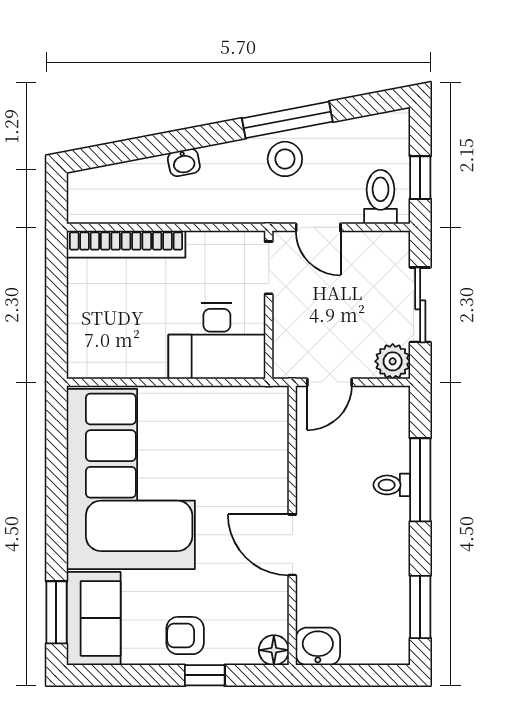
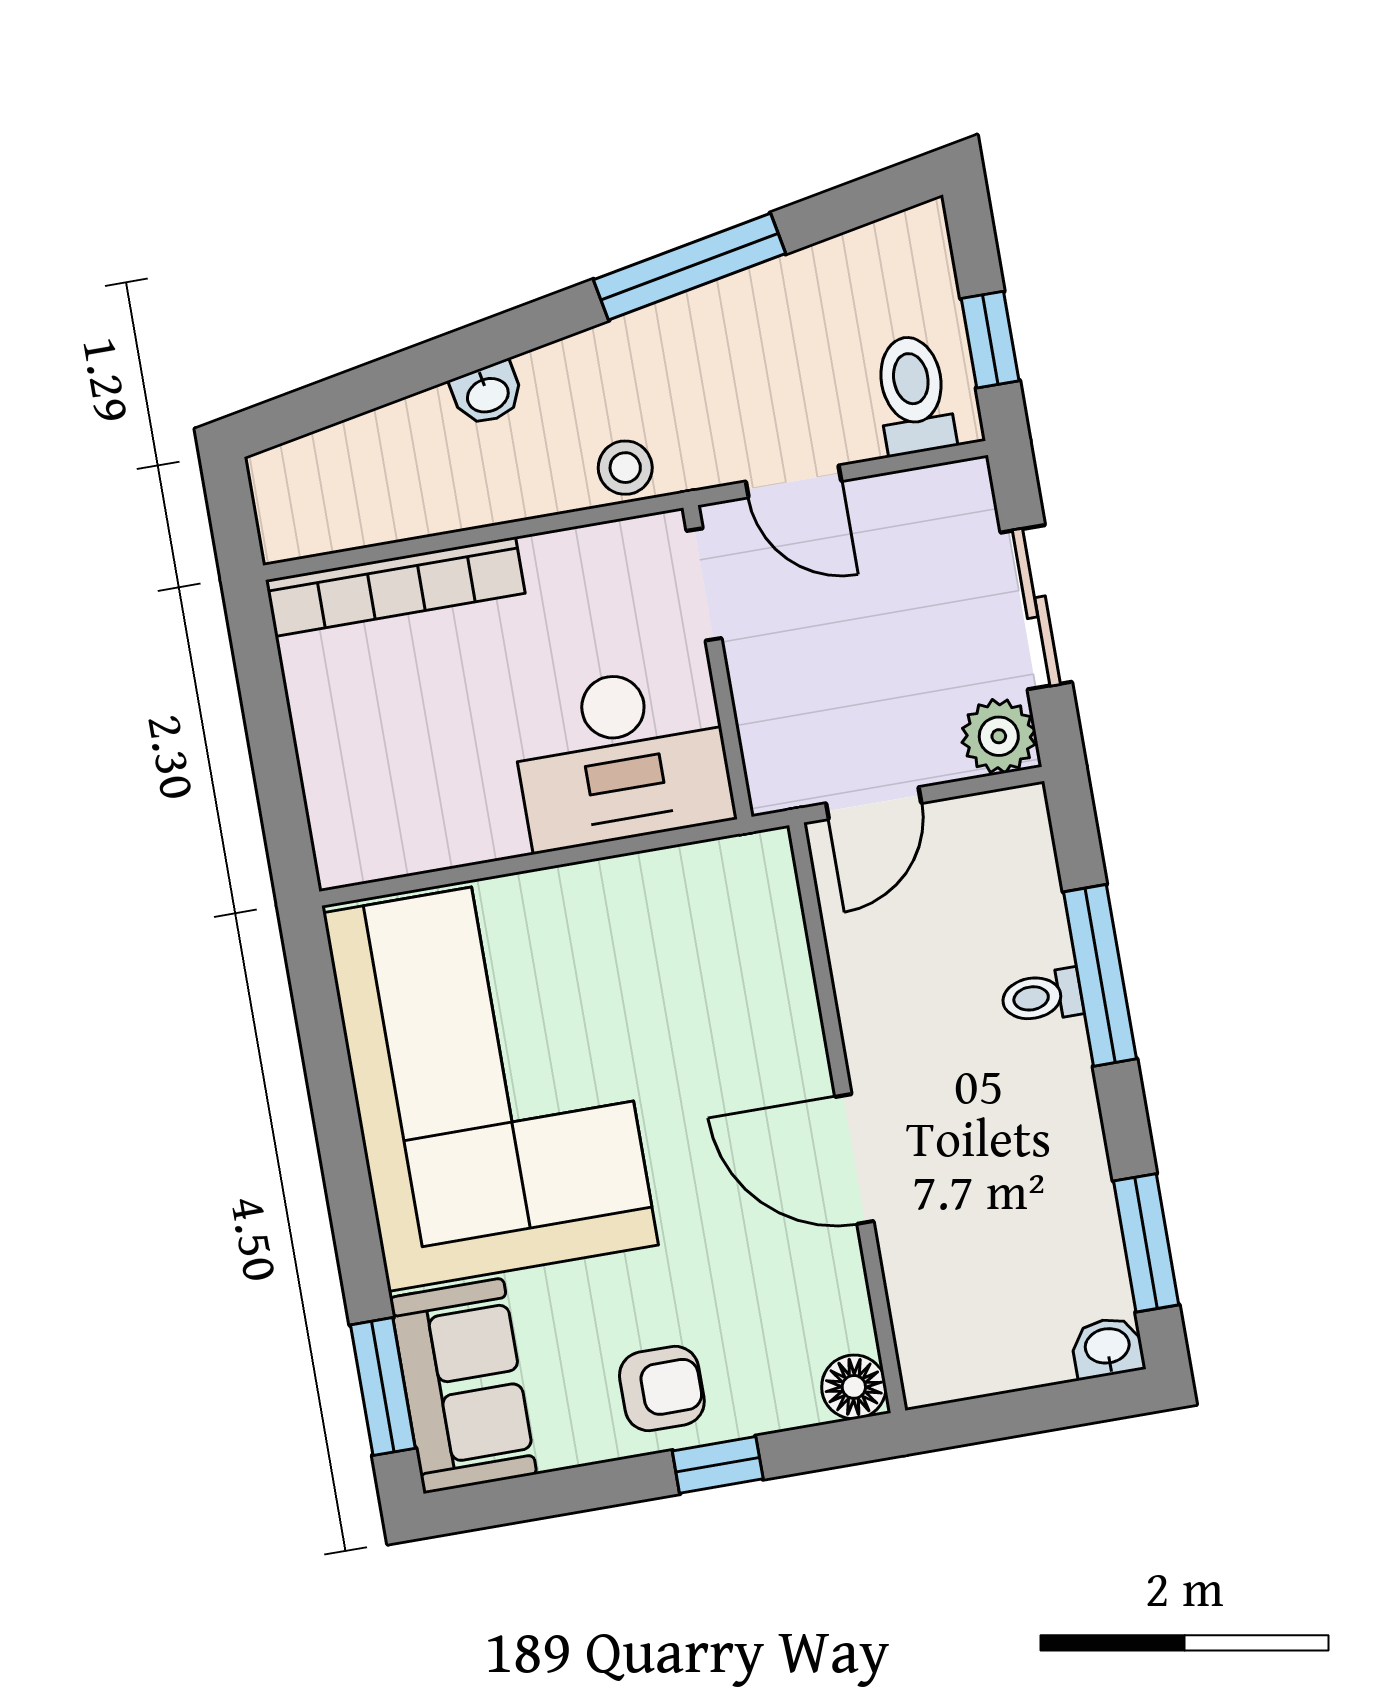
stool: (285, 159) -> (625, 468), moved, width x0.73, depth x0.73
armchair: (185, 636) -> (662, 1389), turned 180
washbasin: (318, 646) -> (1107, 1348), moved, width x0.72, depth x0.69

